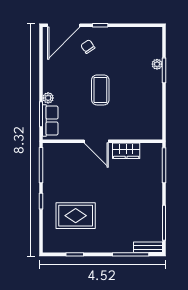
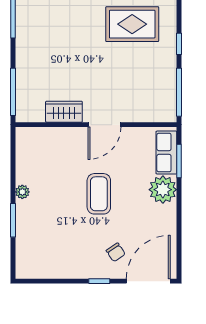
plant: (157, 64) -> (22, 192), moved
plant: (48, 98) -> (163, 190), width x1.87, depth x1.87
door: (96, 141) -> (105, 125), swing flipped

